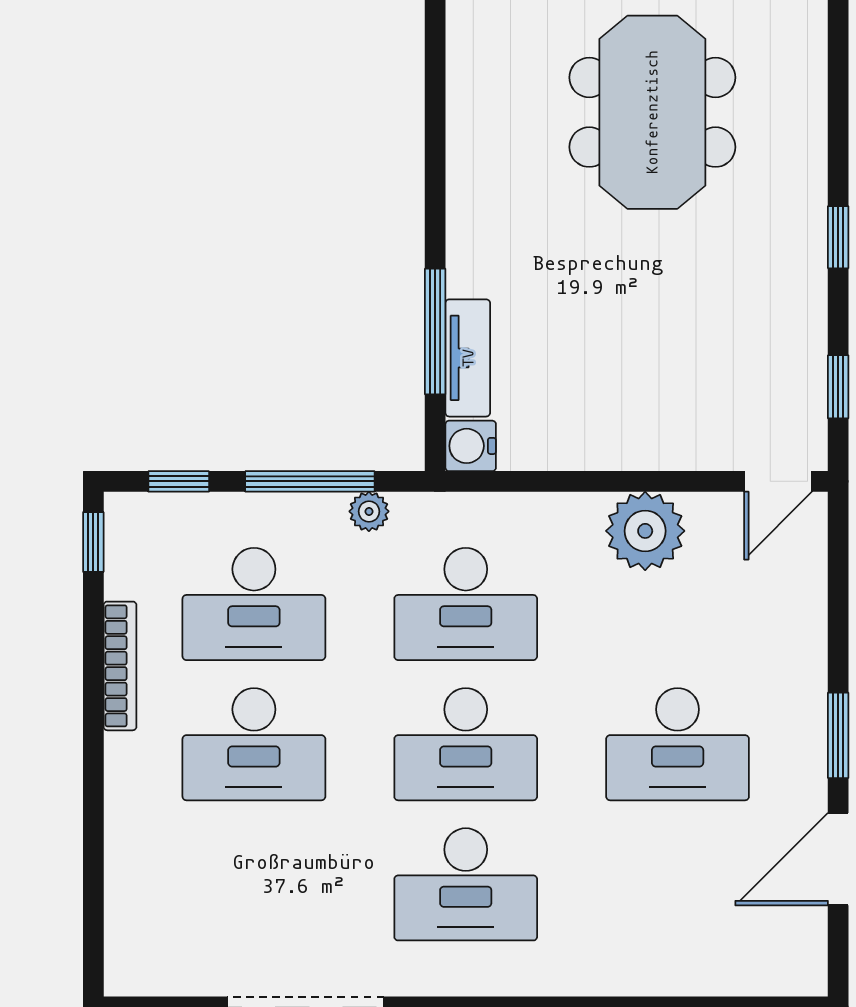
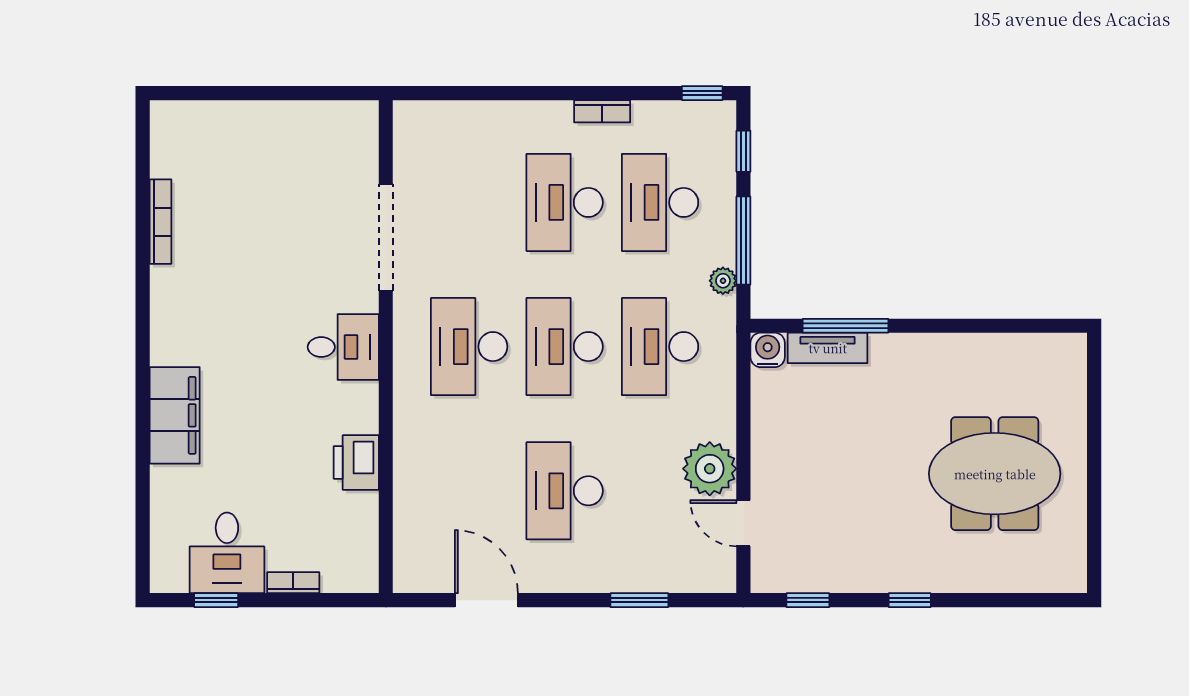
door: (778, 481) -> (743, 523), moved
bookcase: (120, 666) -> (602, 111), width x0.64
window: (838, 735) -> (639, 600), moved

